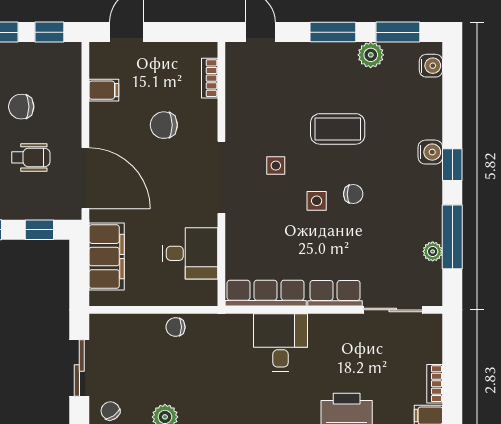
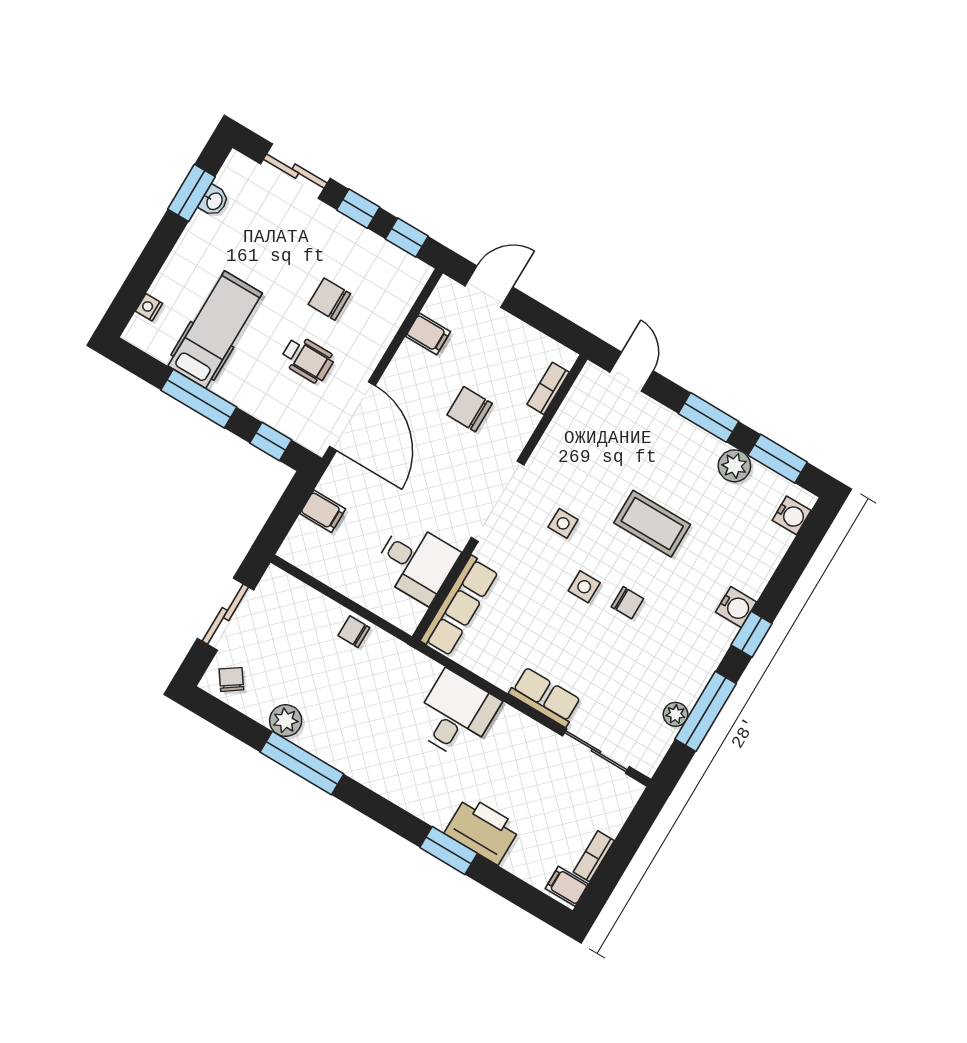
filing cabinet: (107, 257) -> (323, 511), width x0.33, depth x0.86
row of seats: (266, 293) -> (459, 606), moved, turned 90

